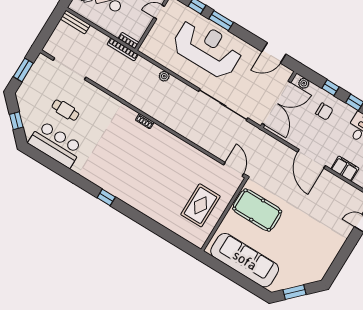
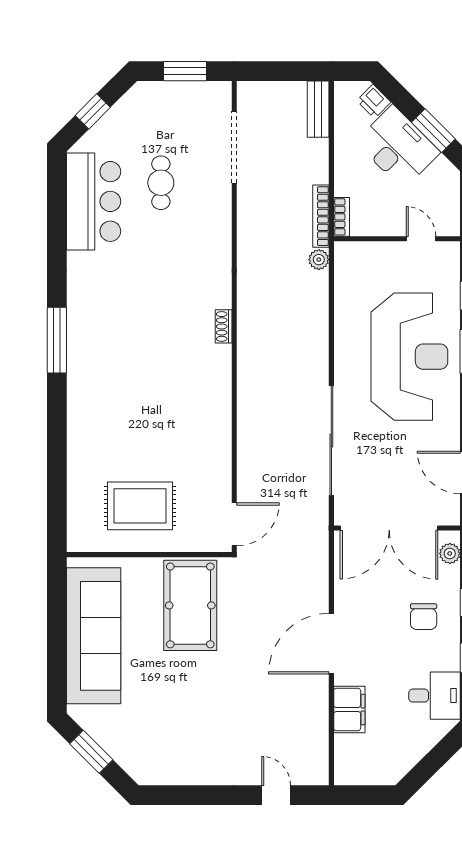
plant: (164, 76) -> (319, 260), moved
window: (106, 197) -> (57, 340), width x2.17

